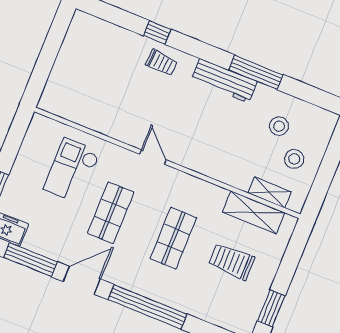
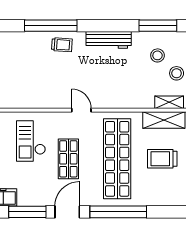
window: (157, 32) -> (51, 26), width x3.17
window: (256, 72) -> (158, 26), moved
shop shelf: (173, 238) -> (117, 159), width x2.00, depth x1.36

